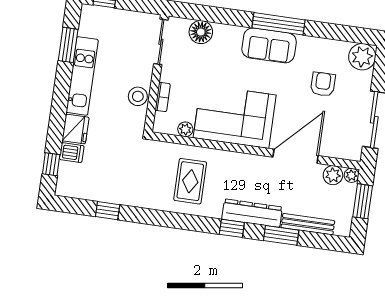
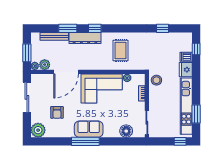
kitchen unit: (82, 76) -> (186, 106), width x1.36
stool: (138, 96) -> (156, 80), moved

